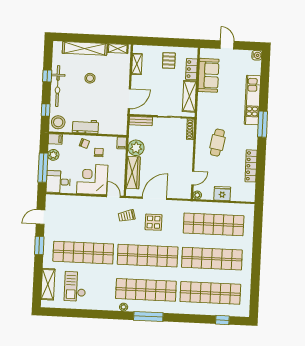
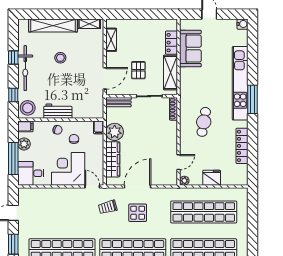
pallet: (169, 60) -> (138, 70), moved
kitchen unit: (253, 100) -> (240, 83), width x1.36

